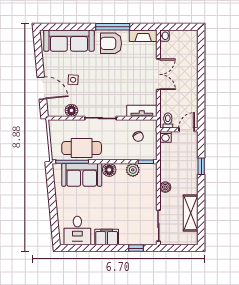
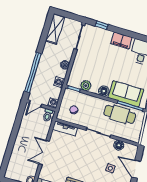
washing machine: (166, 164) -> (59, 82), added
window: (201, 166) -> (33, 72), width x3.17
shelving: (191, 213) -> (55, 29), moved

